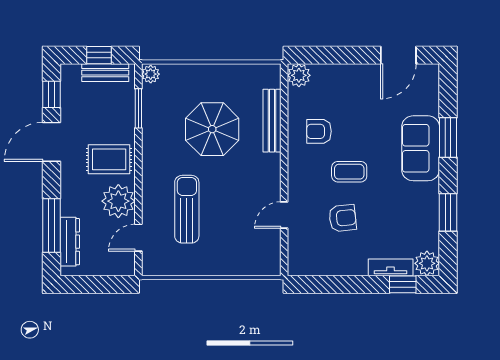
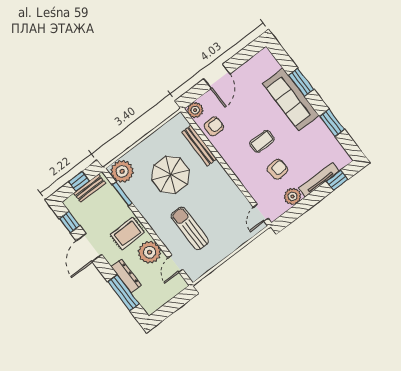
door: (398, 55) -> (217, 76), moved
plant: (151, 74) -> (122, 171), width x1.87, depth x1.87
armchair: (319, 131) -> (214, 126), moved, turned 180
sofa: (421, 148) -> (291, 99), width x1.36
door: (284, 215) -> (261, 213), moved
dresser: (70, 242) -> (126, 276), moved
plant: (427, 263) -> (292, 196), moved
tv unit: (391, 267) -> (319, 180), width x1.41

